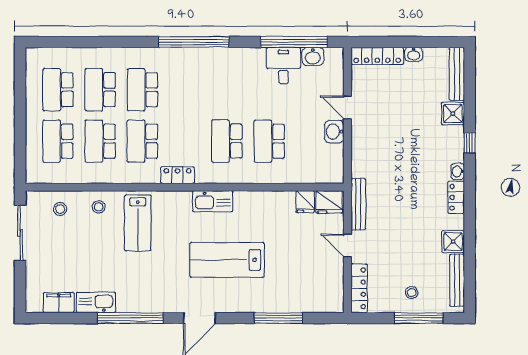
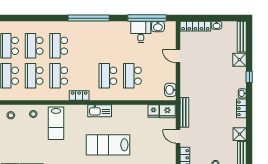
washbasin: (334, 132) -> (170, 90), moved

